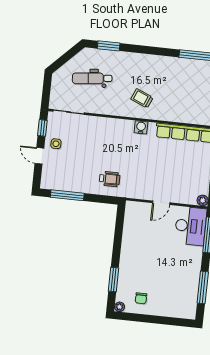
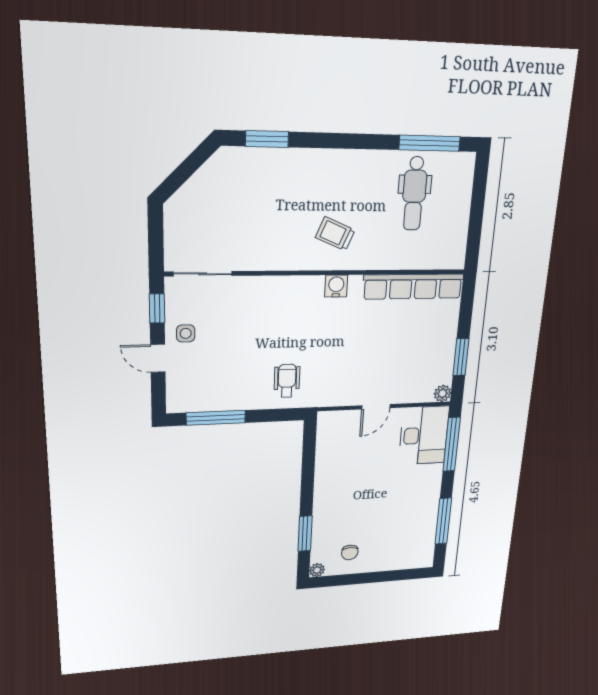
dental chair: (92, 78) -> (414, 194), moved, turned -84
wheelchair: (110, 179) -> (287, 381), turned -90

